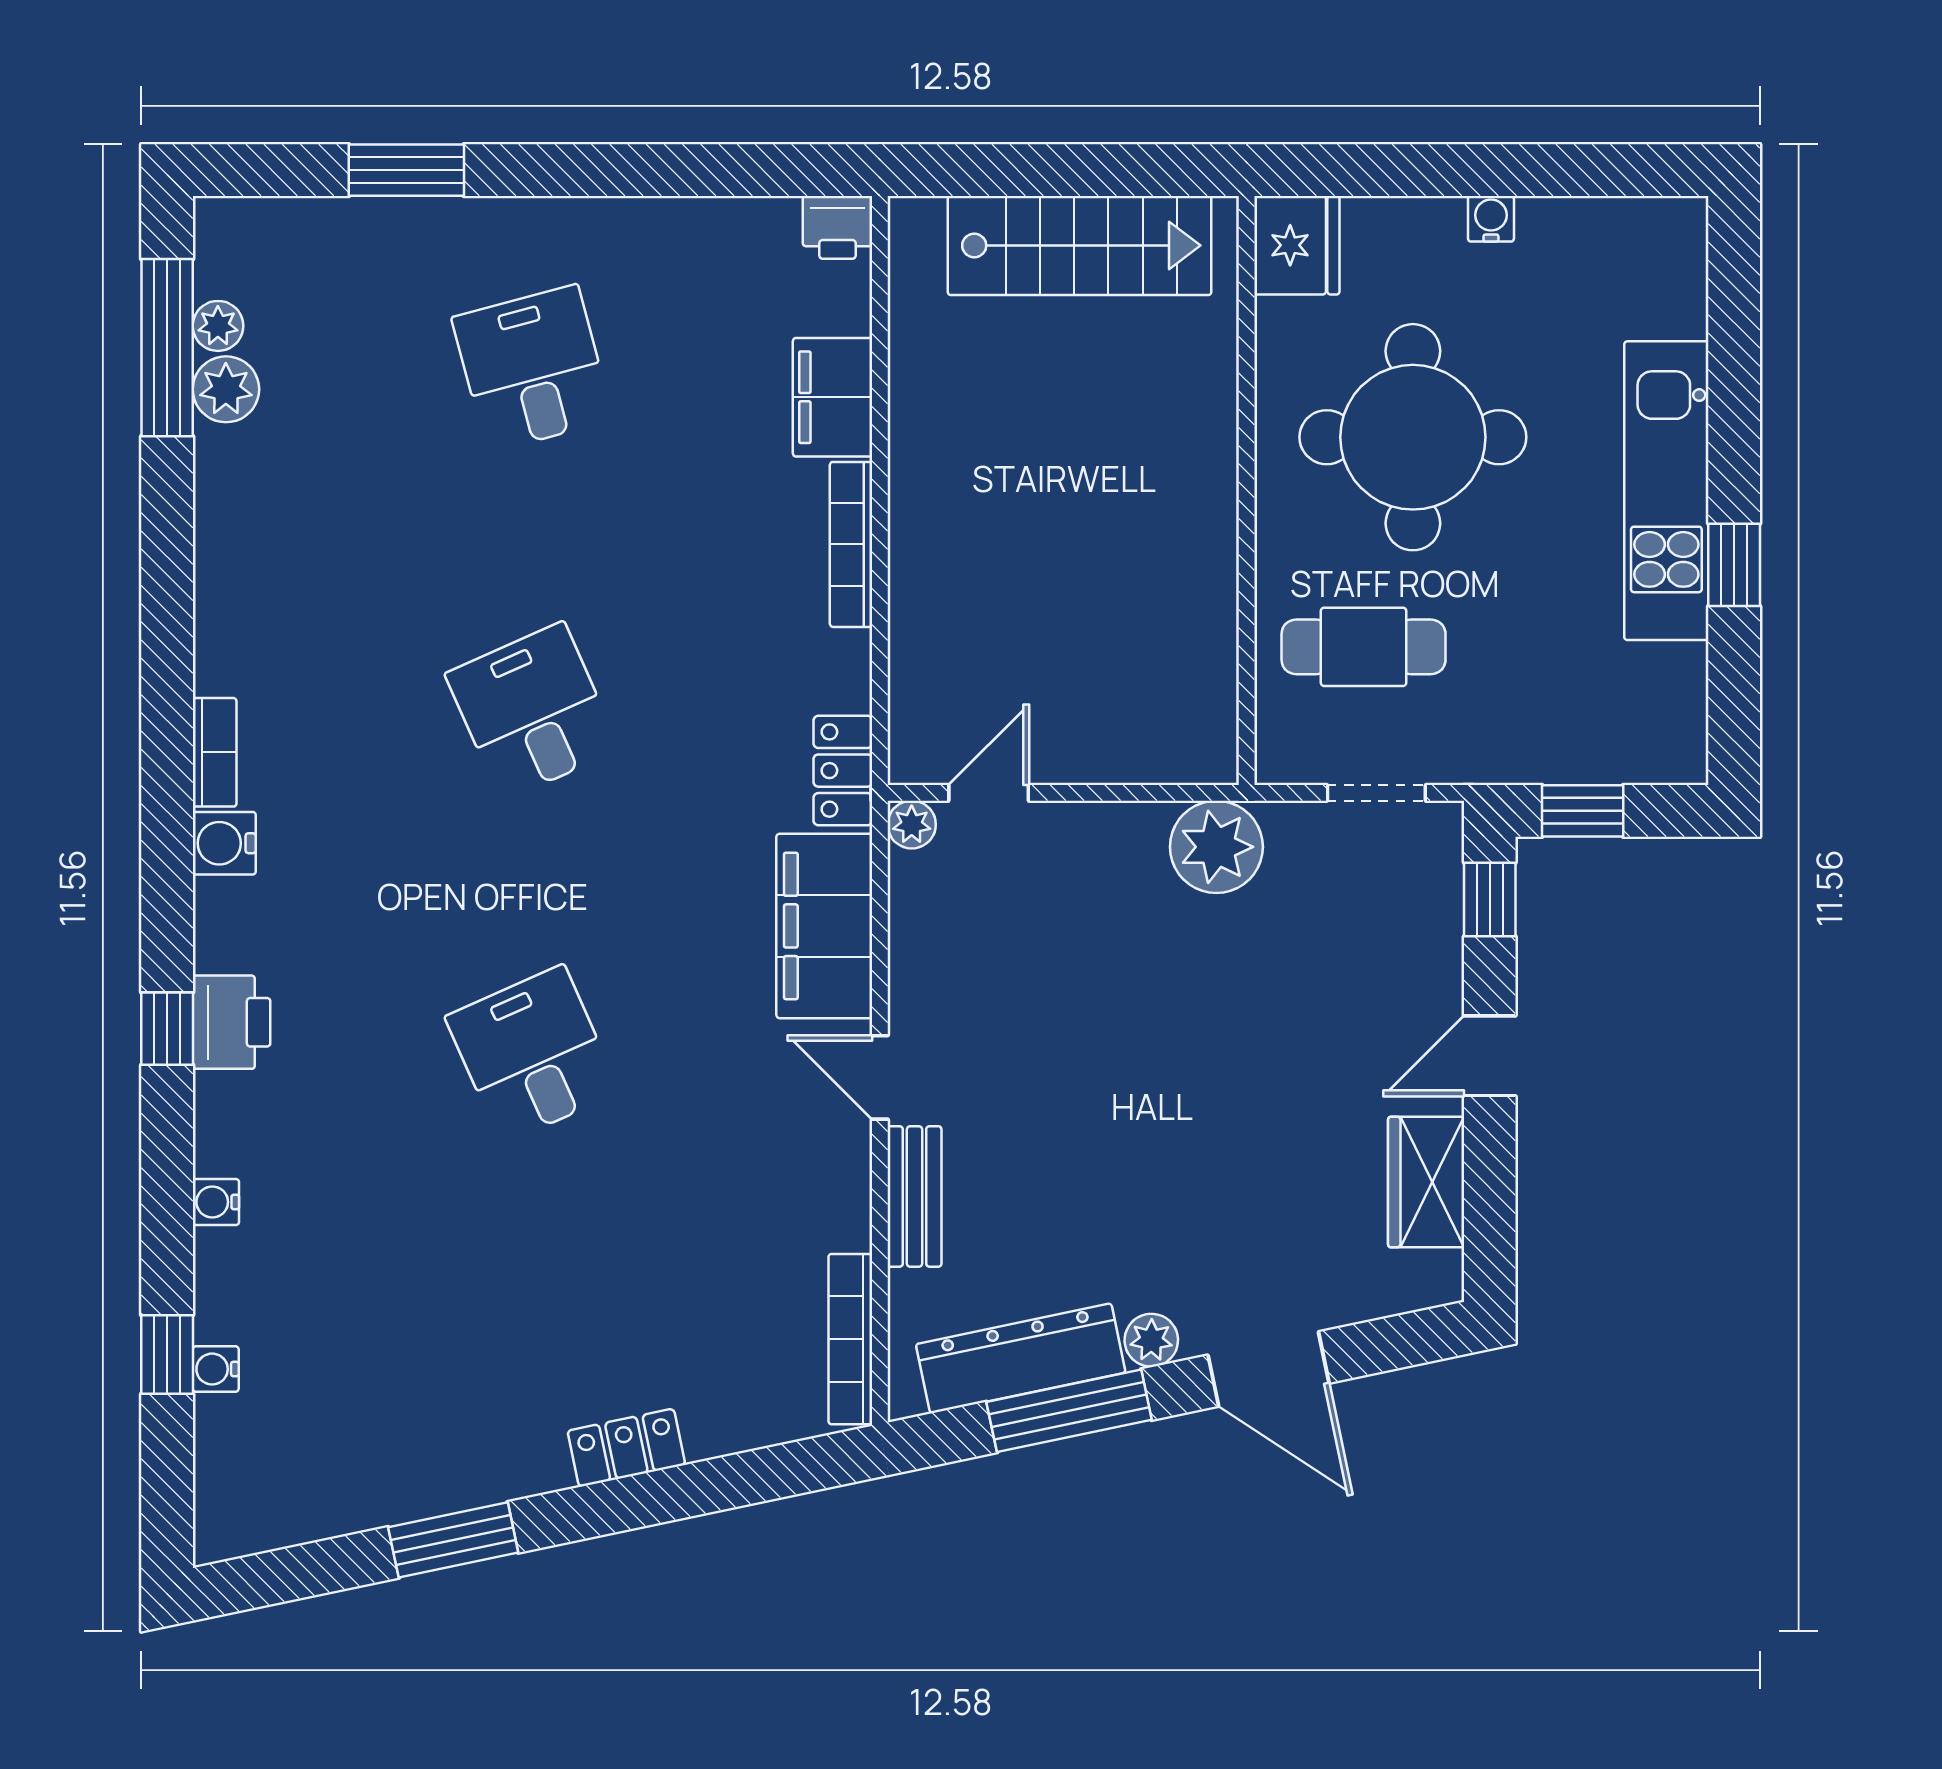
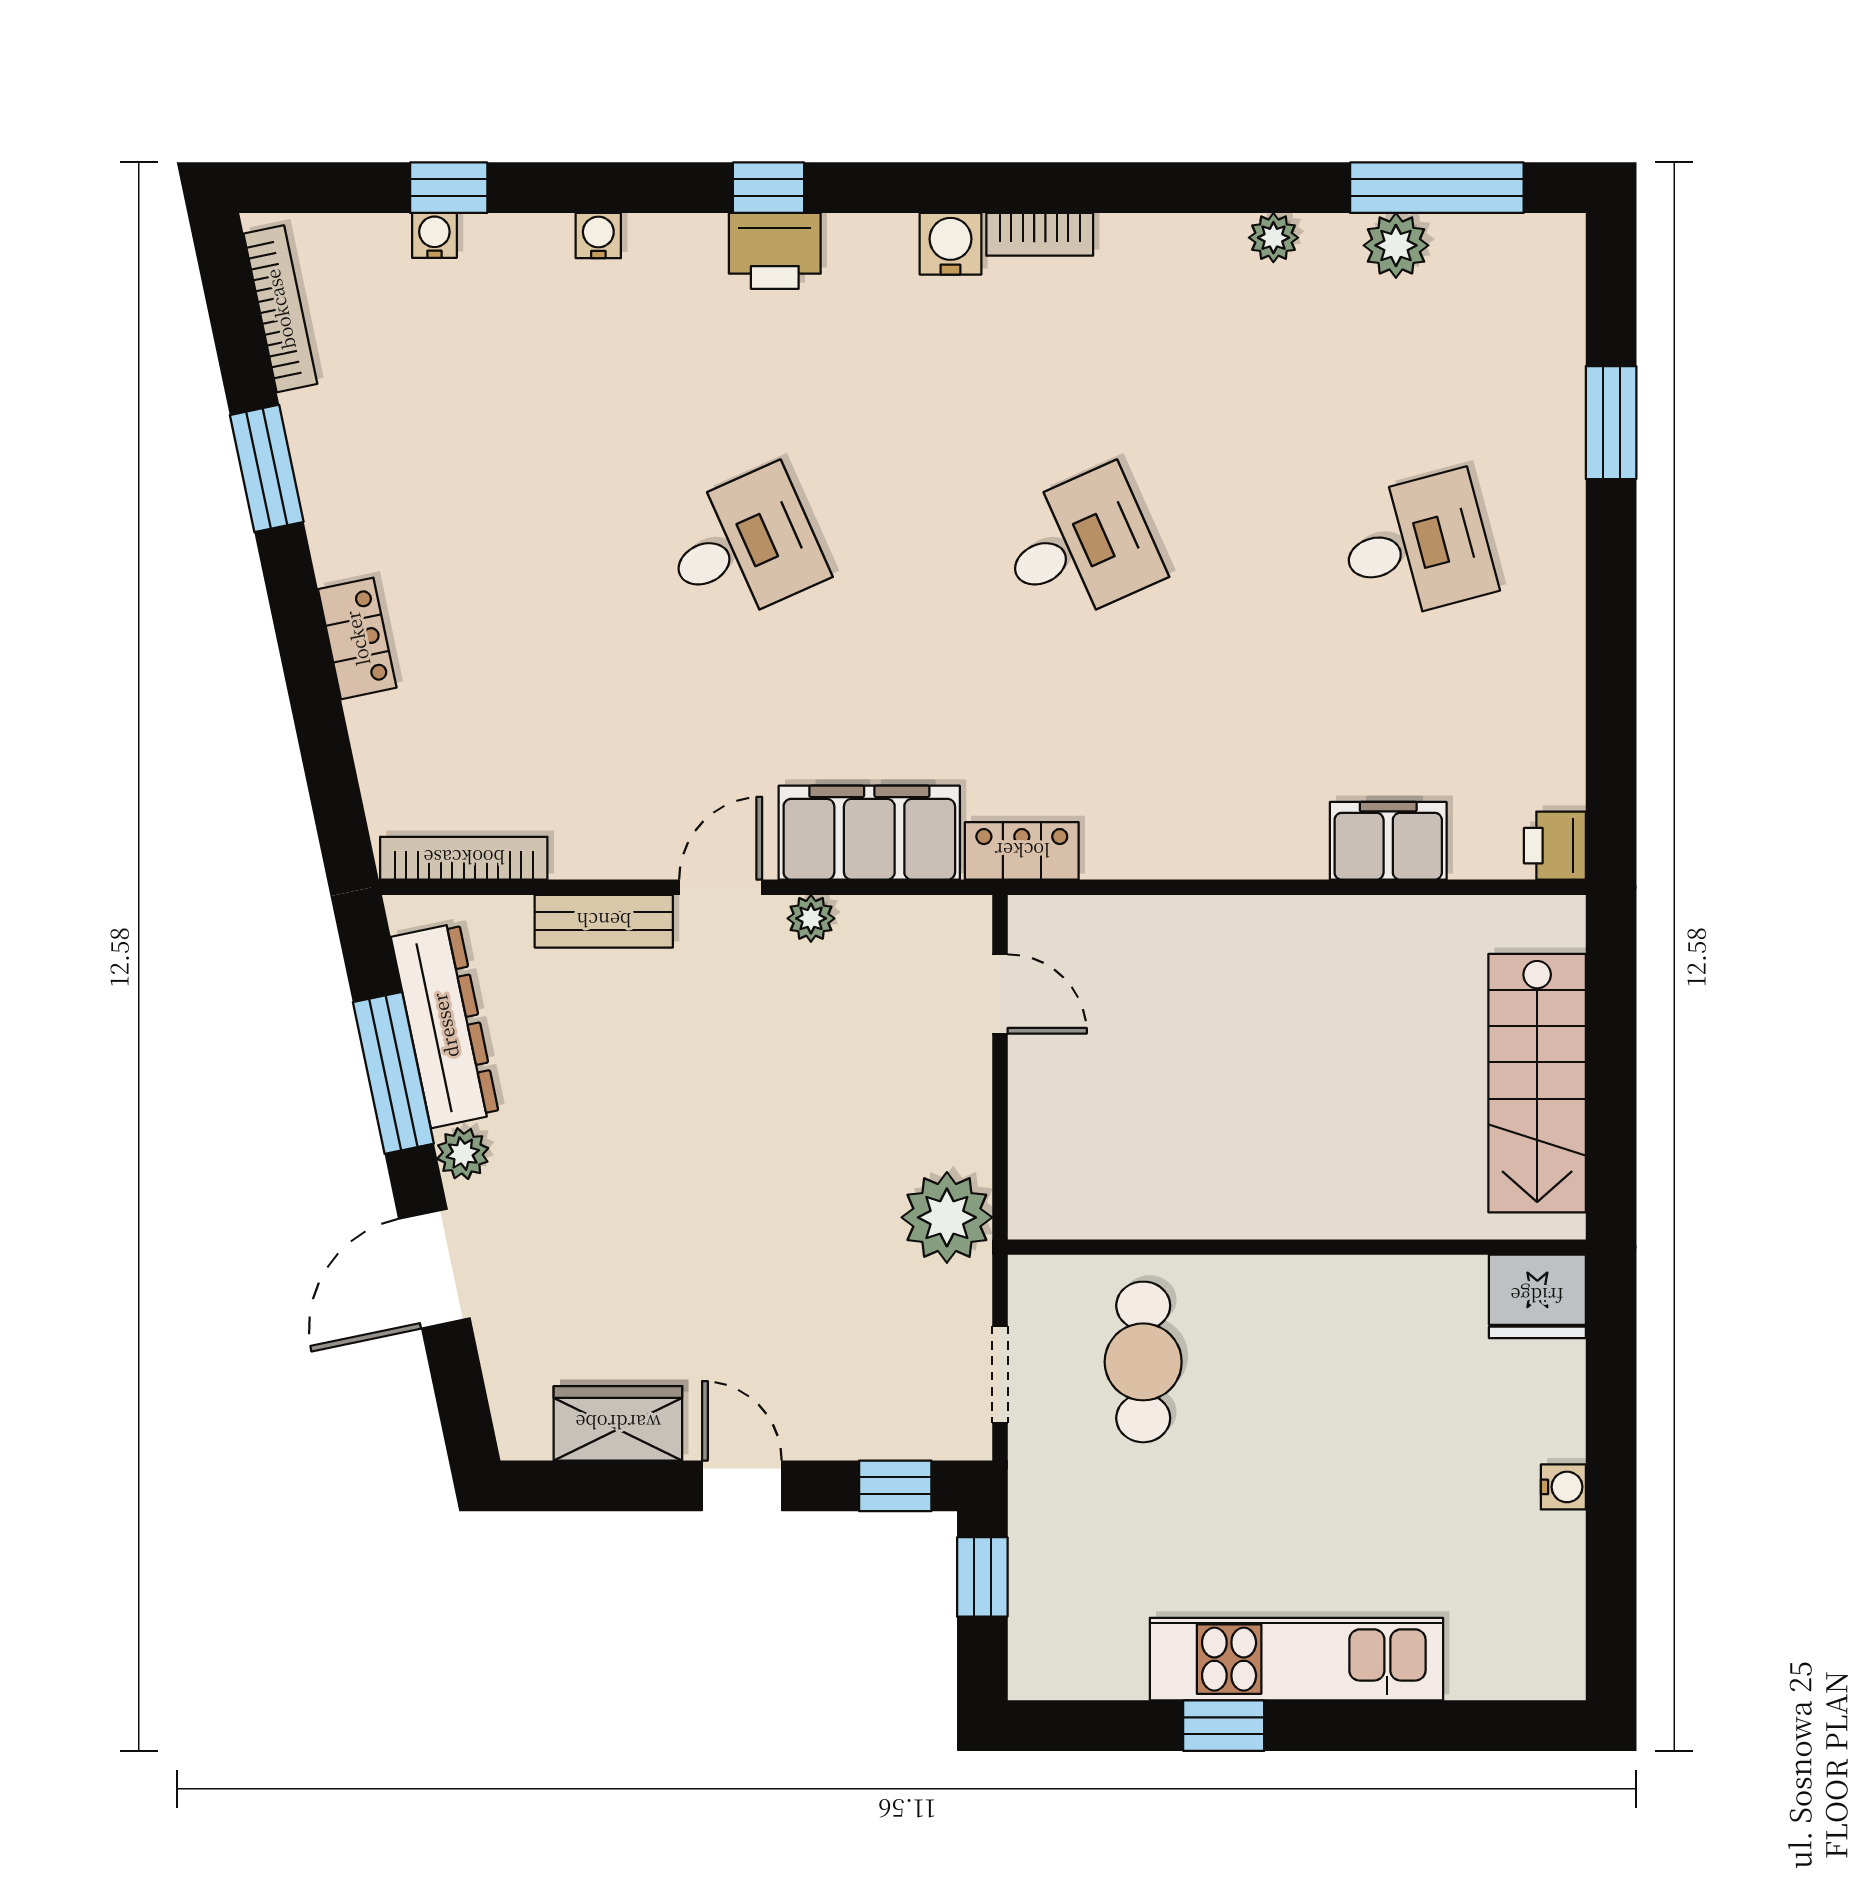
plant: (218, 326) -> (1273, 238), moved
round table: (1413, 437) -> (1349, 1410), removed
bookcase: (851, 544) -> (280, 309), moved, turned 78
plant: (912, 825) -> (811, 918), moved

